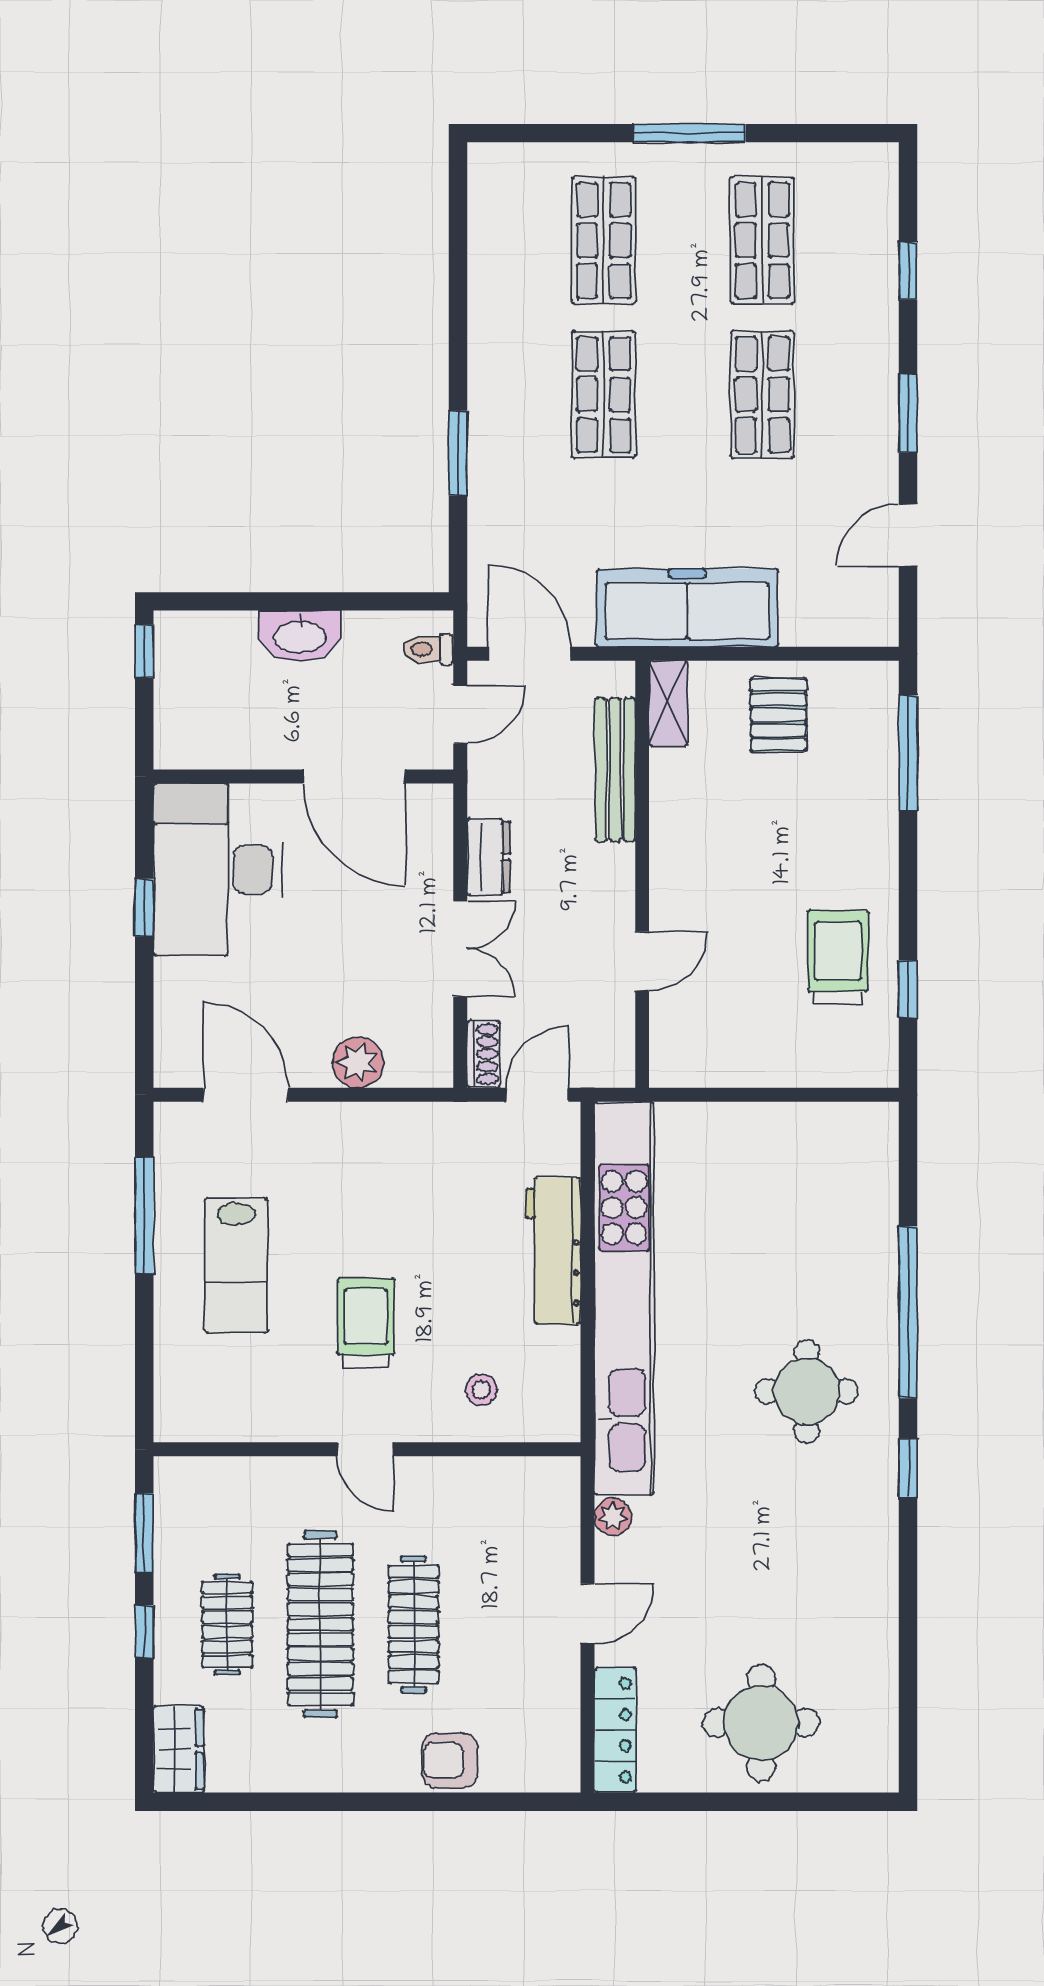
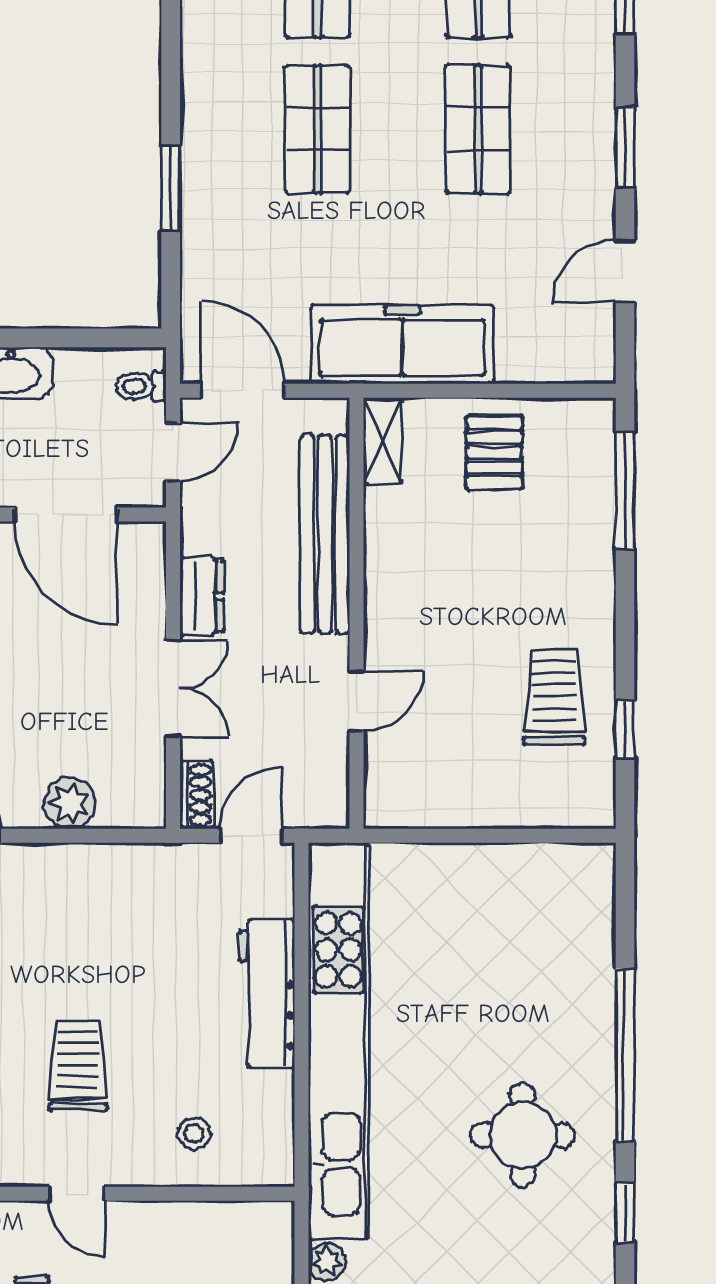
bench: (615, 770) -> (325, 534), width x1.37, depth x1.21

